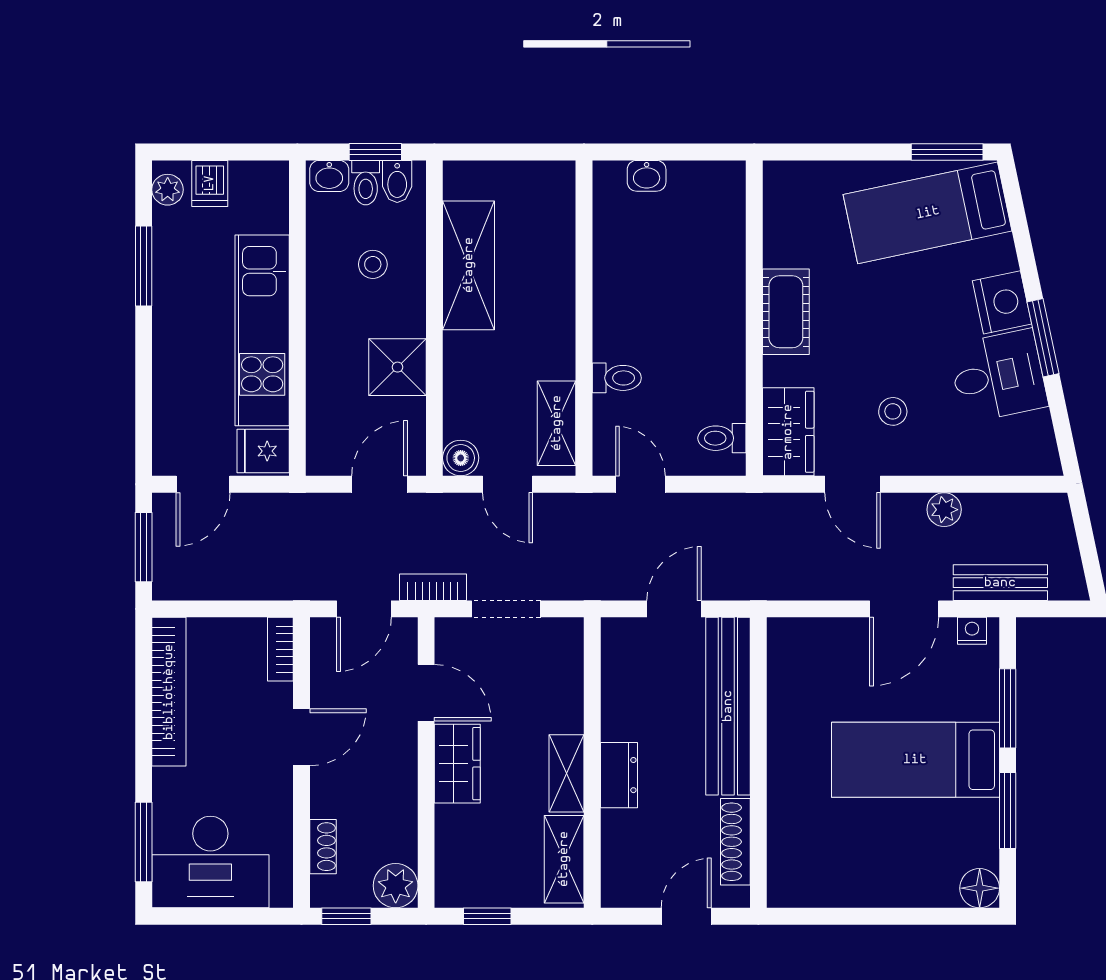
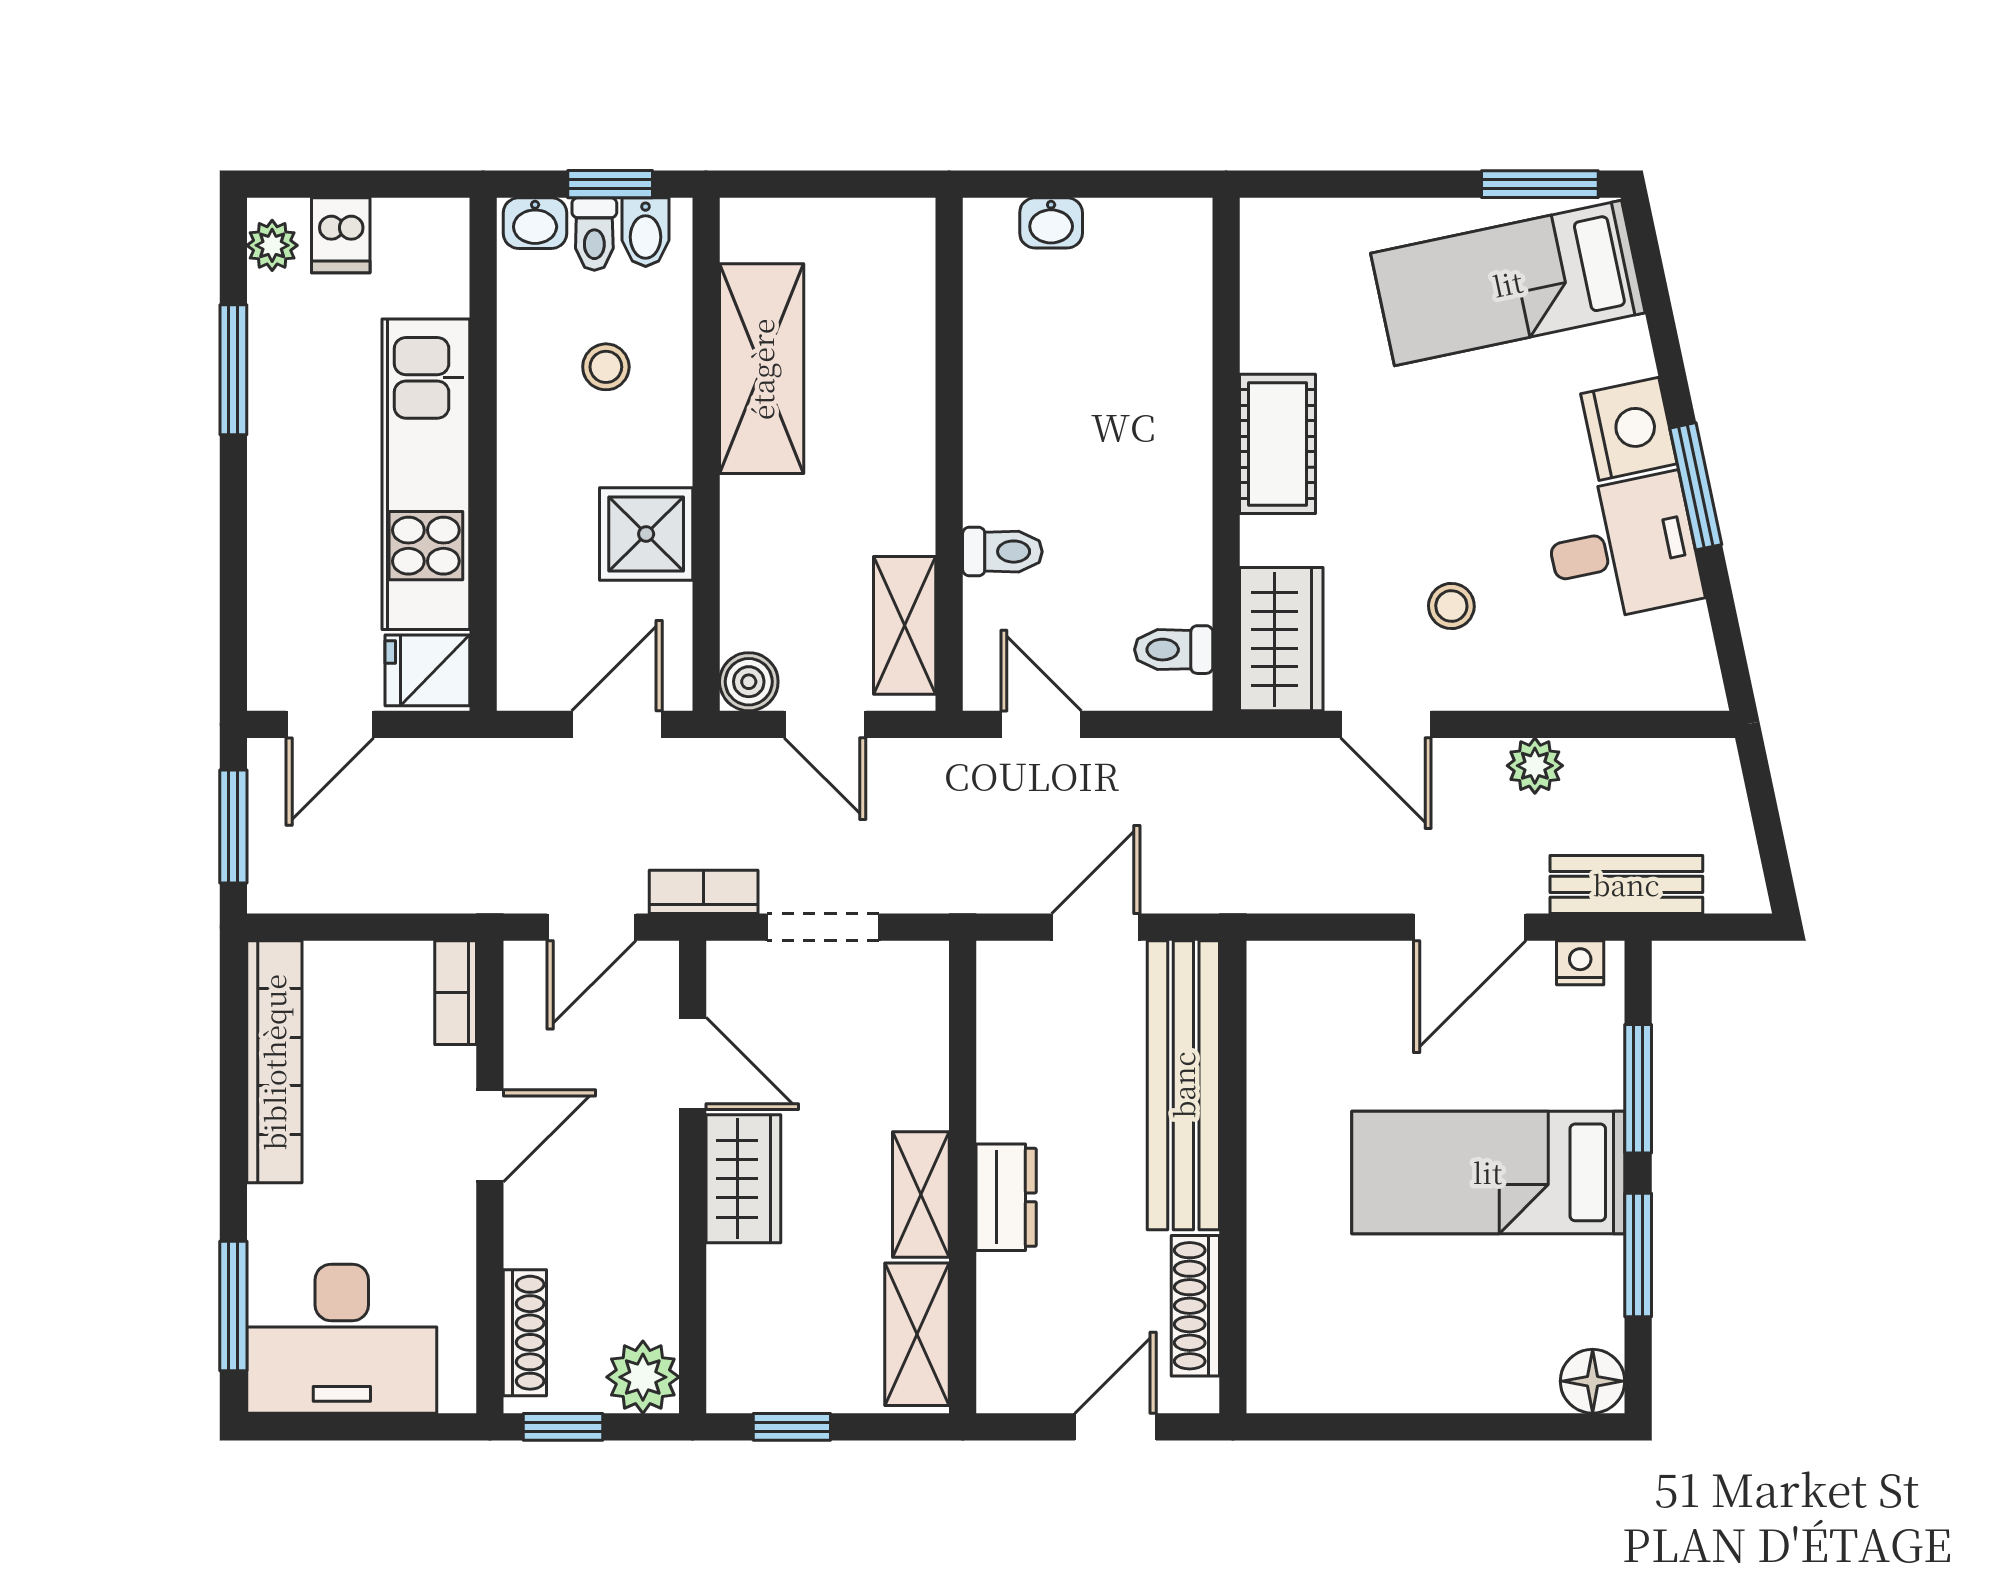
shoe rack: (323, 847) -> (525, 1333), width x1.43

